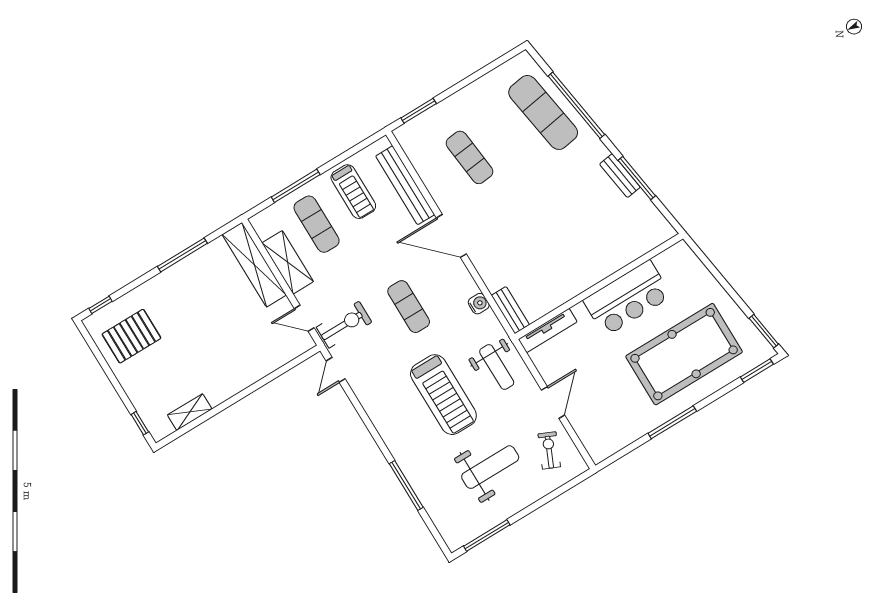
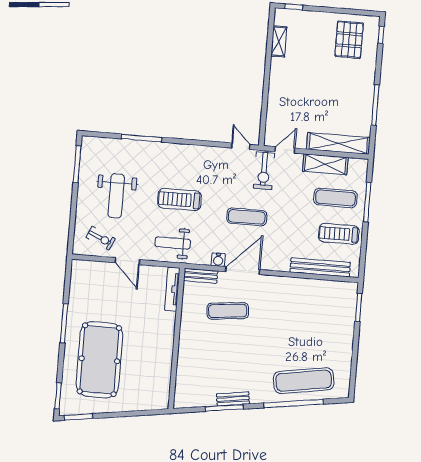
exercise mat: (469, 157) -> (228, 311), moved
door: (451, 236) -> (243, 271), moved
bar counter: (627, 298) -> (157, 350), removed
treadmill: (443, 395) -> (179, 199), width x0.73, depth x0.73

